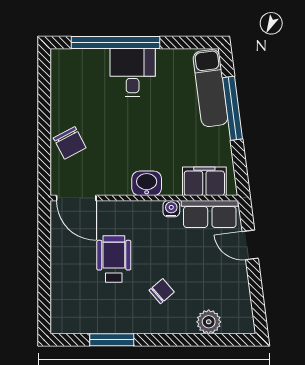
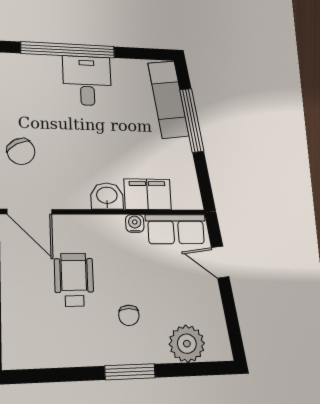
filing cabinet: (204, 181) -> (148, 194), moved
chair: (162, 291) -> (129, 315), turned 131
plant: (209, 322) -> (187, 344), width x1.36, depth x1.36
window: (112, 340) -> (130, 372), moved

